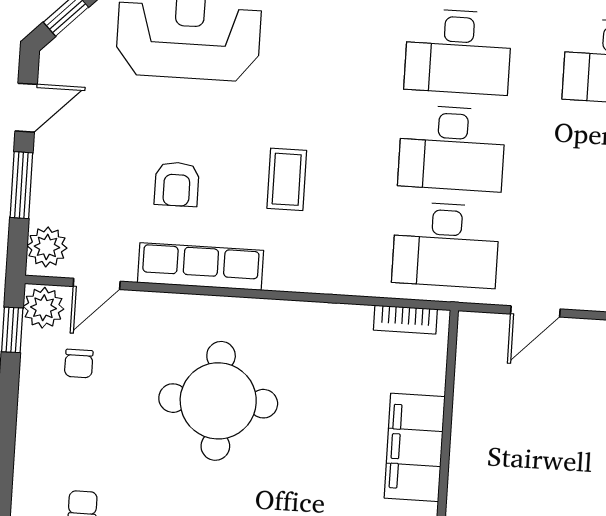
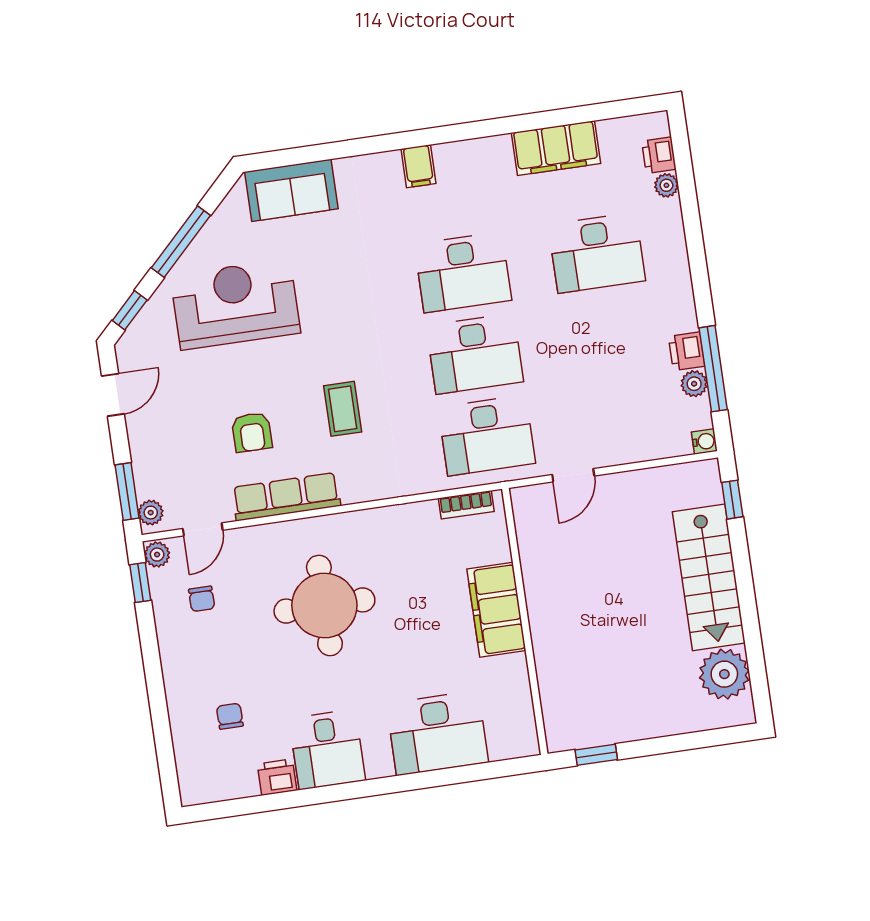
window: (21, 185) -> (127, 492), moved
plant: (47, 247) -> (151, 513), width x0.73, depth x0.73
plant: (43, 308) -> (157, 555), width x0.73, depth x0.73

